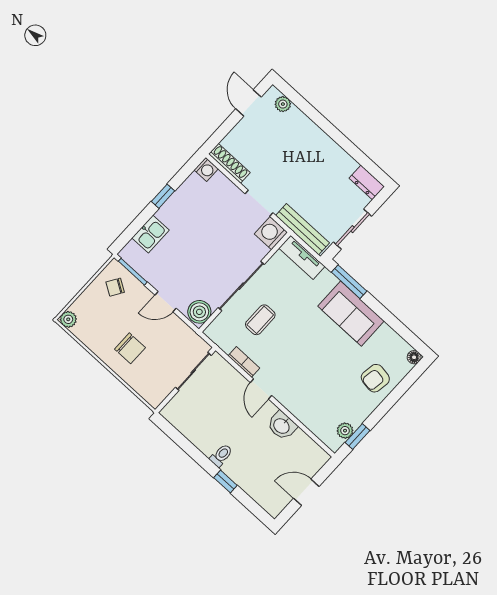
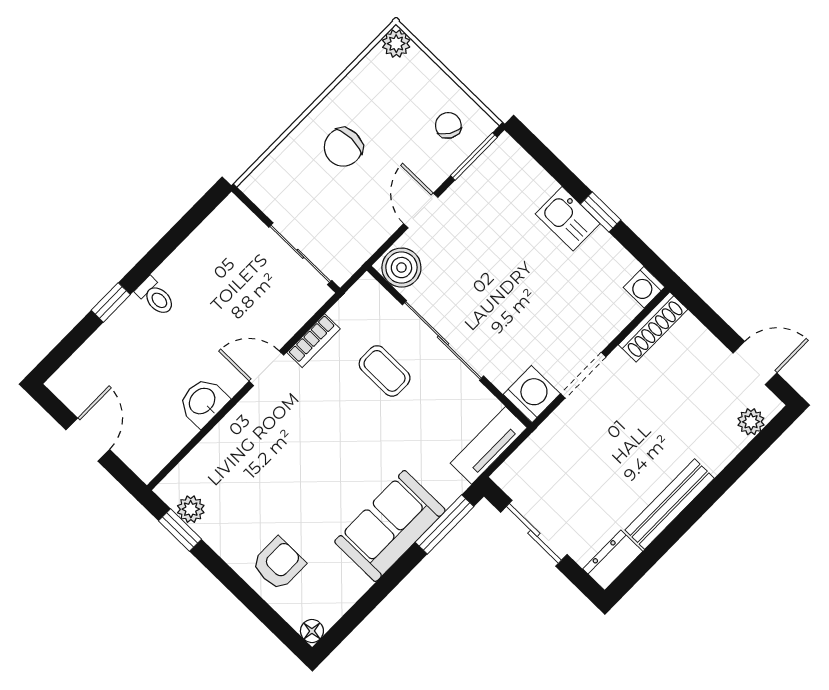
bench: (302, 229) -> (670, 504), moved
kitchen sink: (150, 234) -> (568, 219), moved
armchair: (375, 378) -> (278, 564), turned 81

